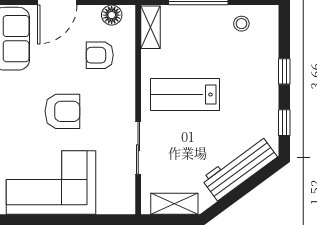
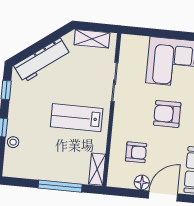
floor lamp: (112, 15) -> (142, 182), moved
stool: (241, 24) -> (13, 142), moved
lab bench: (185, 95) -> (77, 118), turned 180

